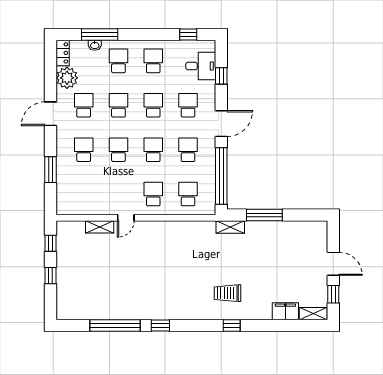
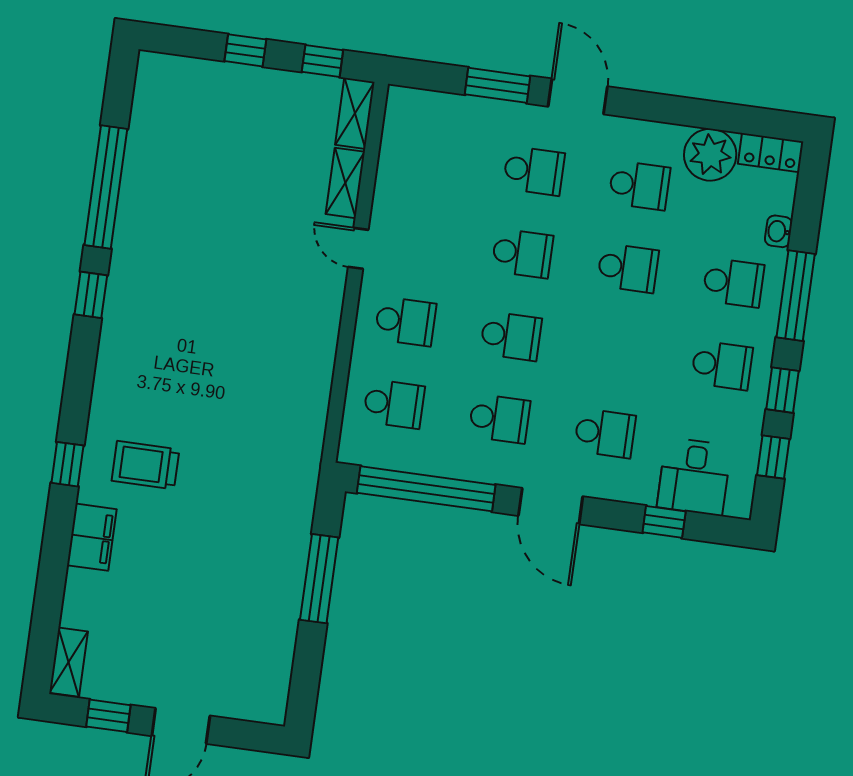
window: (100, 34) -> (796, 296), moved
window: (160, 34) -> (783, 390), added
school desk: (153, 105) -> (616, 351), removed
door: (50, 114) -> (578, 96), moved
shelving: (230, 227) -> (355, 113), moved
trolley: (227, 293) -> (145, 465), turned -90
filing cabinet: (285, 311) -> (92, 537), moved

